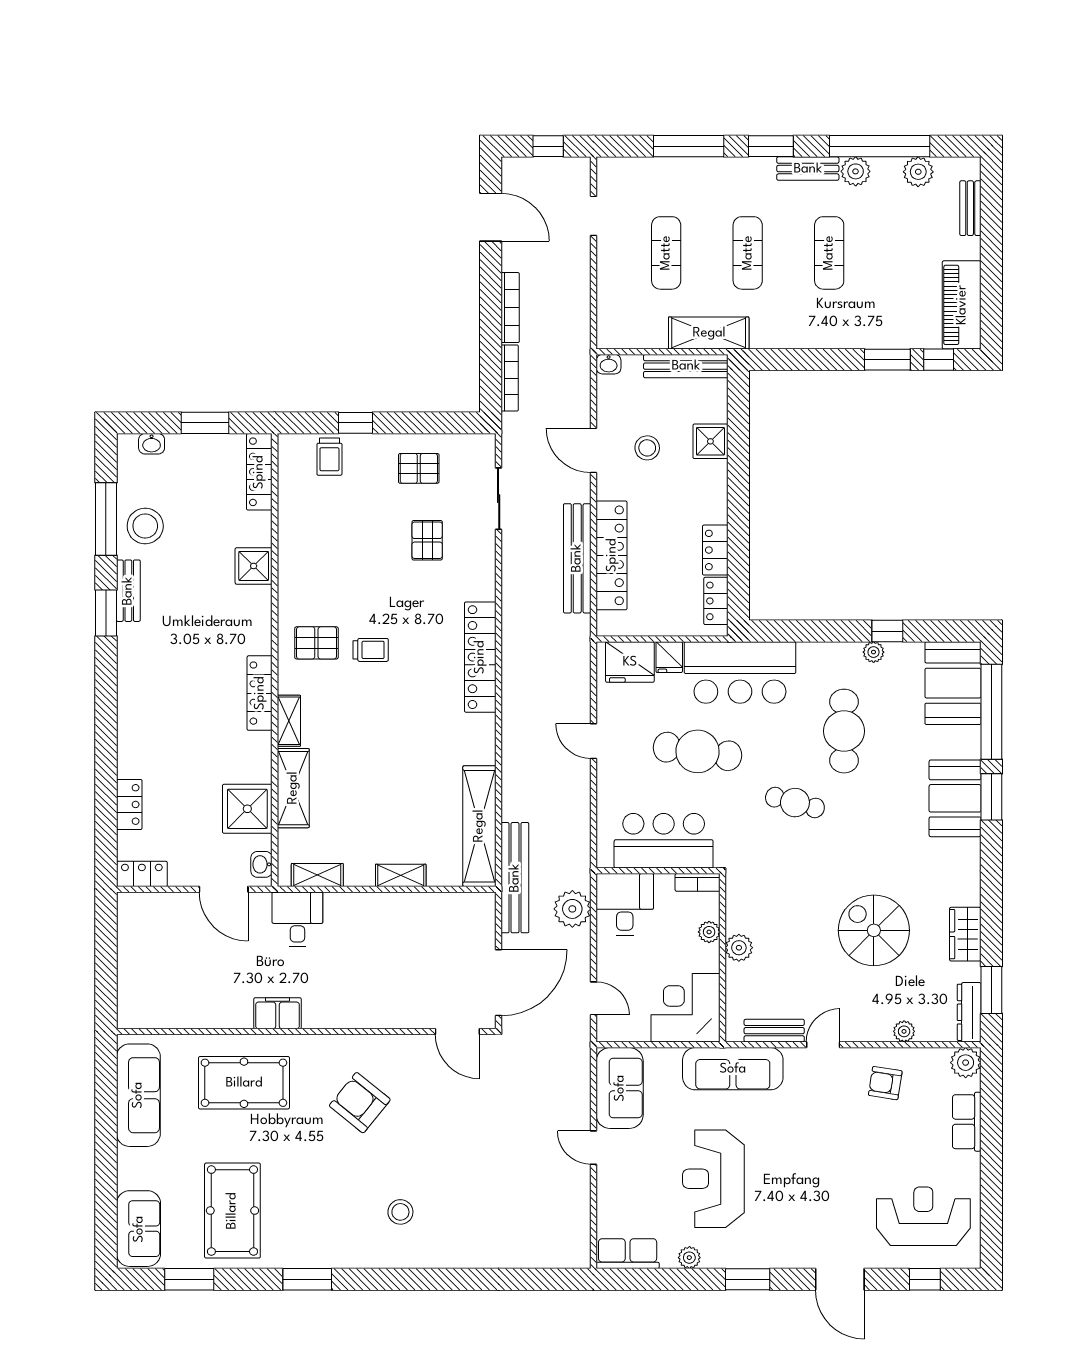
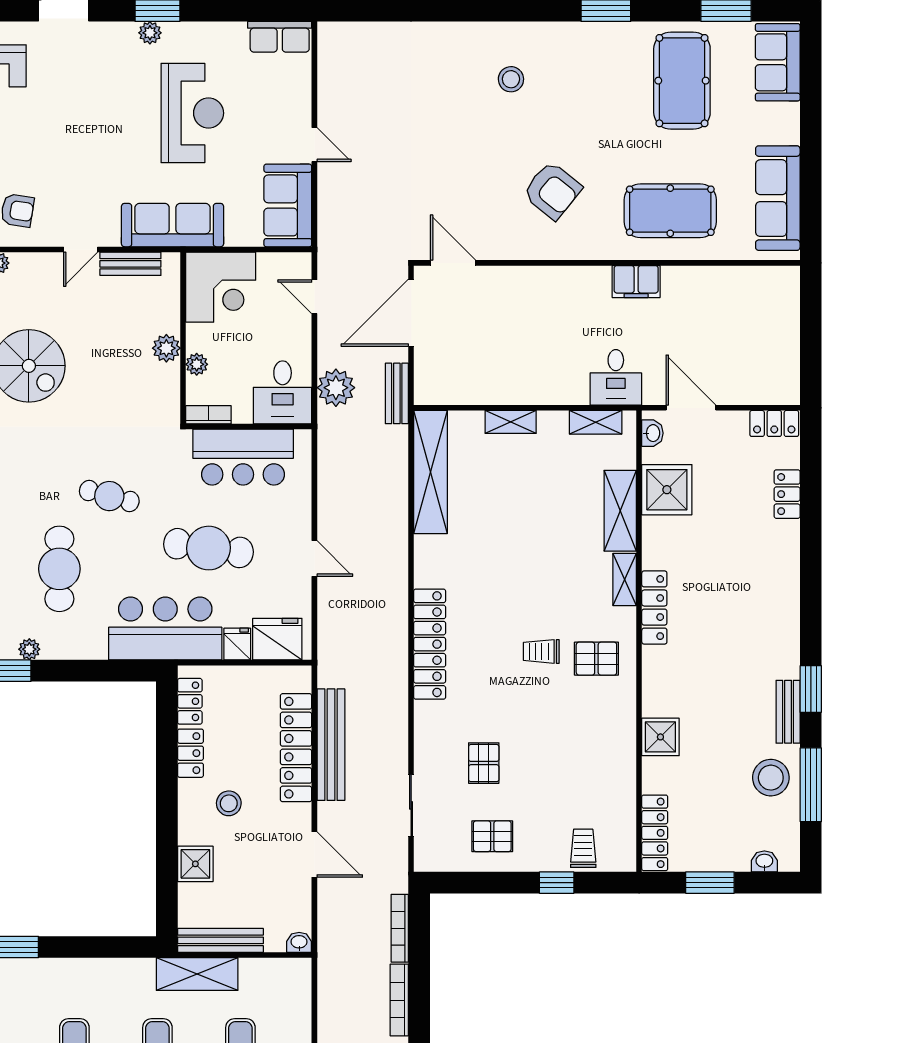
stool: (647, 448) -> (229, 803), moved
bench: (515, 878) -> (397, 393), width x0.54, depth x0.82
plant: (689, 1258) -> (150, 33), moved

